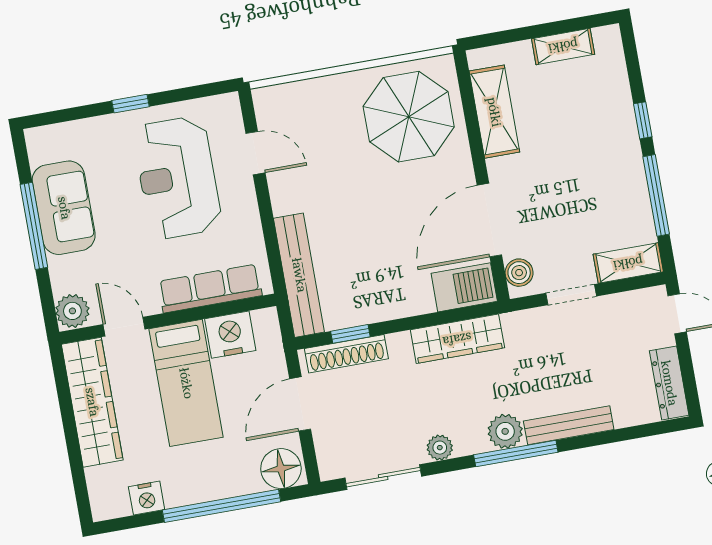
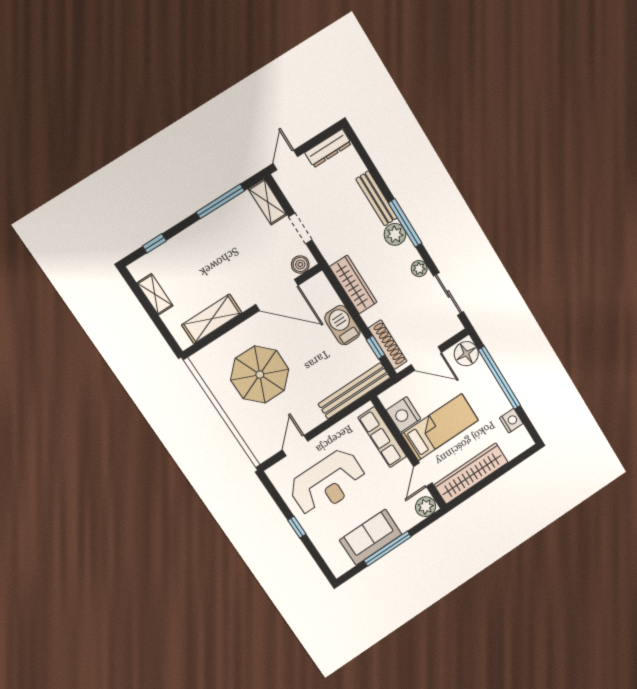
parasol: (409, 117) -> (260, 375), moved
window: (643, 120) -> (154, 243), moved
barbecue: (464, 287) -> (342, 325), moved

